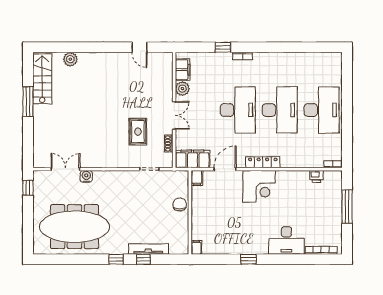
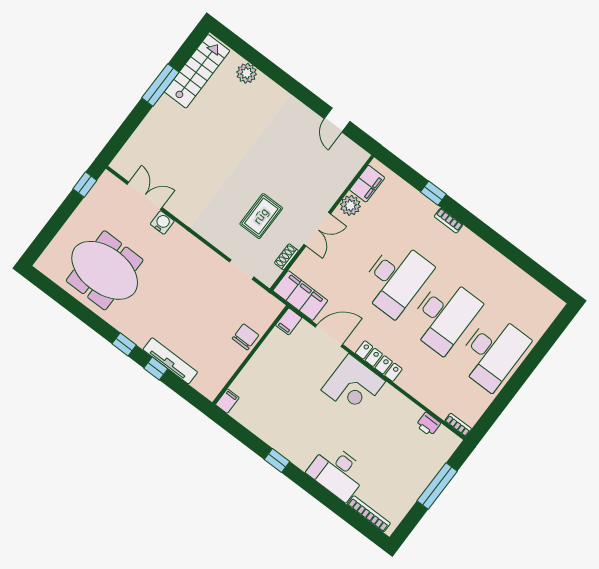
meeting table: (75, 227) -> (105, 270), width x0.73

